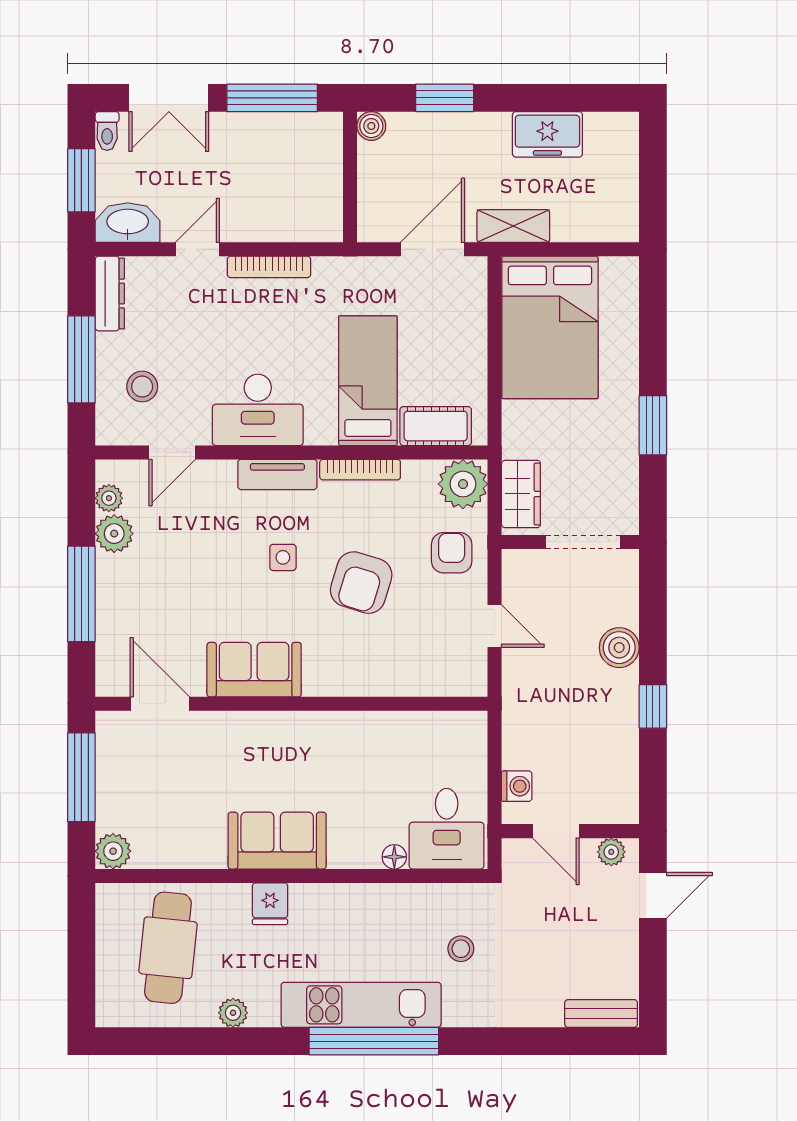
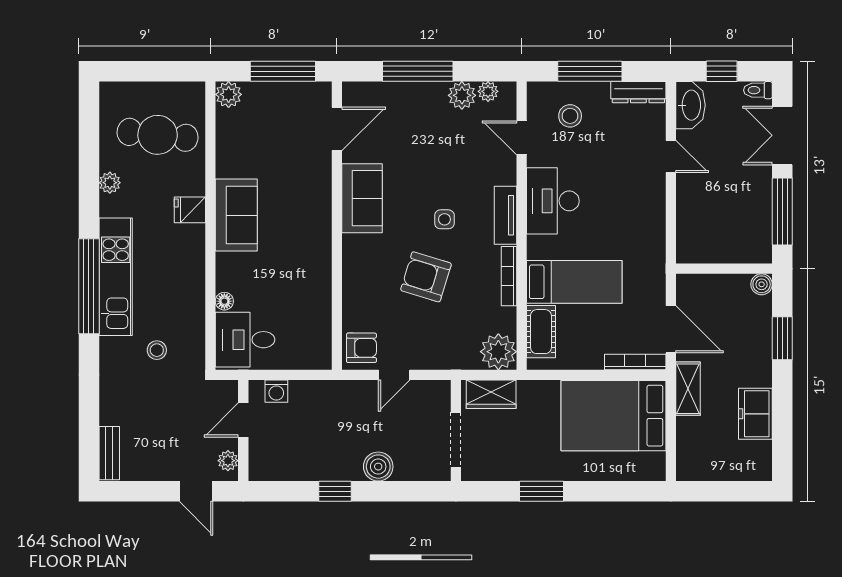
window: (81, 180) -> (722, 71), width x0.67
bookcase: (269, 267) -> (635, 362), moved, turned 90
armchair: (452, 553) -> (361, 348), moved

